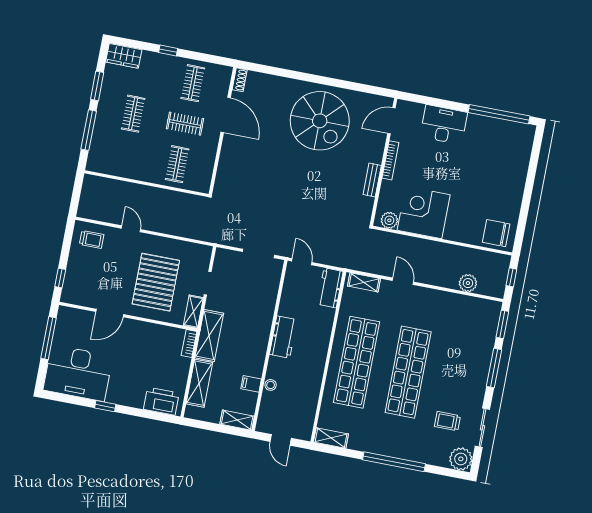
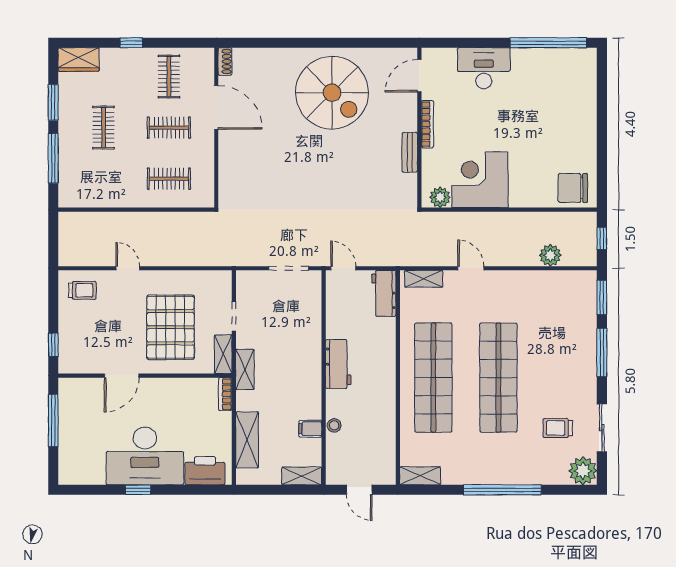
clothes rail: (177, 164) -> (169, 179), turned 90
shelving: (209, 335) -> (245, 369), width x0.67, depth x0.75
desk: (78, 373) -> (145, 456), moved

